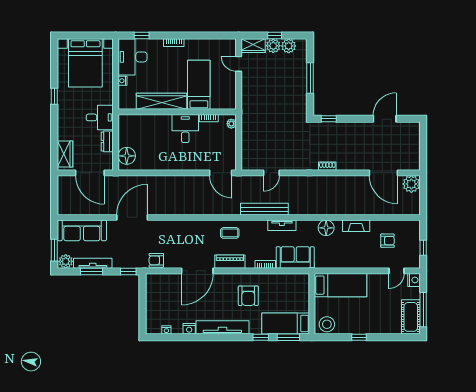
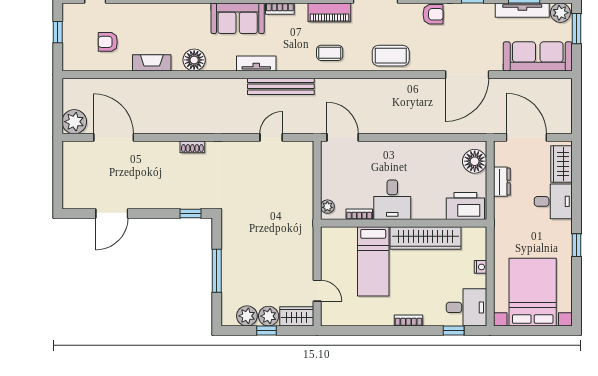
desk: (133, 57) -> (466, 307), width x0.73
desk: (100, 117) -> (553, 201), moved, turned 180
printer: (133, 124) -> (465, 206), added
coffee table: (186, 231) -> (391, 56), added

